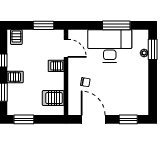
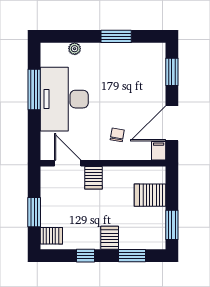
window: (43, 25) -> (34, 212), moved
door: (66, 48) -> (68, 163), hinge flipped
window: (153, 49) -> (116, 36), moved
server rack: (53, 98) -> (150, 195), moved, turned 90
filing cabinet: (75, 110) -> (159, 151), added

